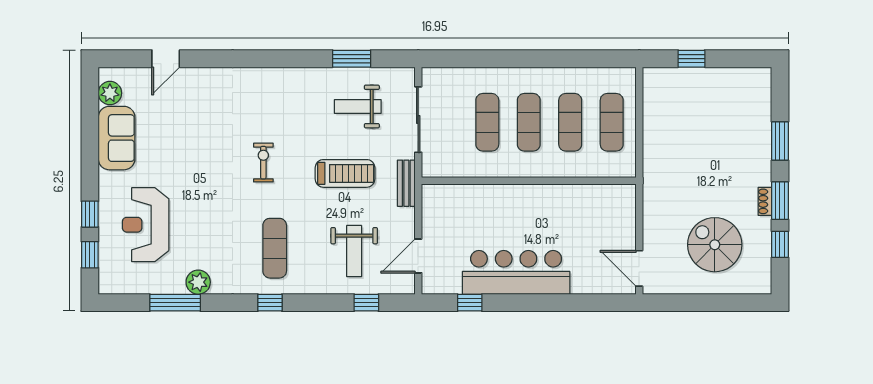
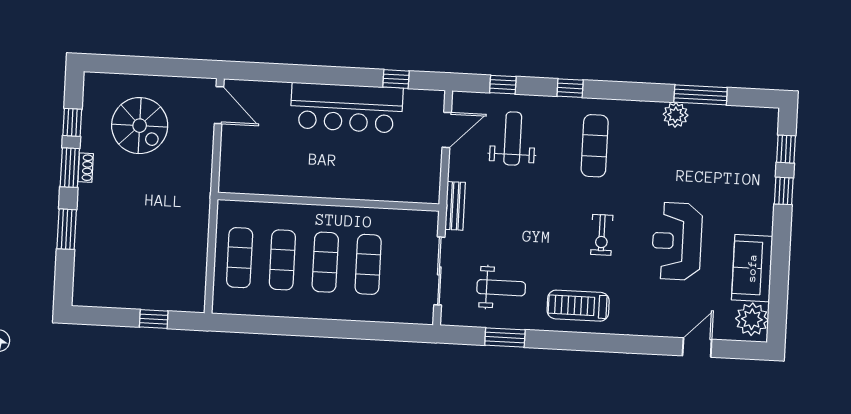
plant: (110, 93) -> (752, 319), width x1.36, depth x1.36
treadmill: (345, 173) -> (578, 306), moved
reception desk: (146, 225) -> (677, 241), moved, turned 180
window: (270, 303) -> (570, 88), moved

